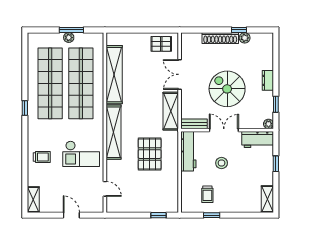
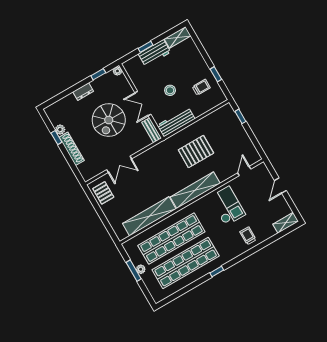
shelving: (171, 111) -> (152, 154), removed
workbench: (258, 140) -> (154, 53), moved, turned 90

